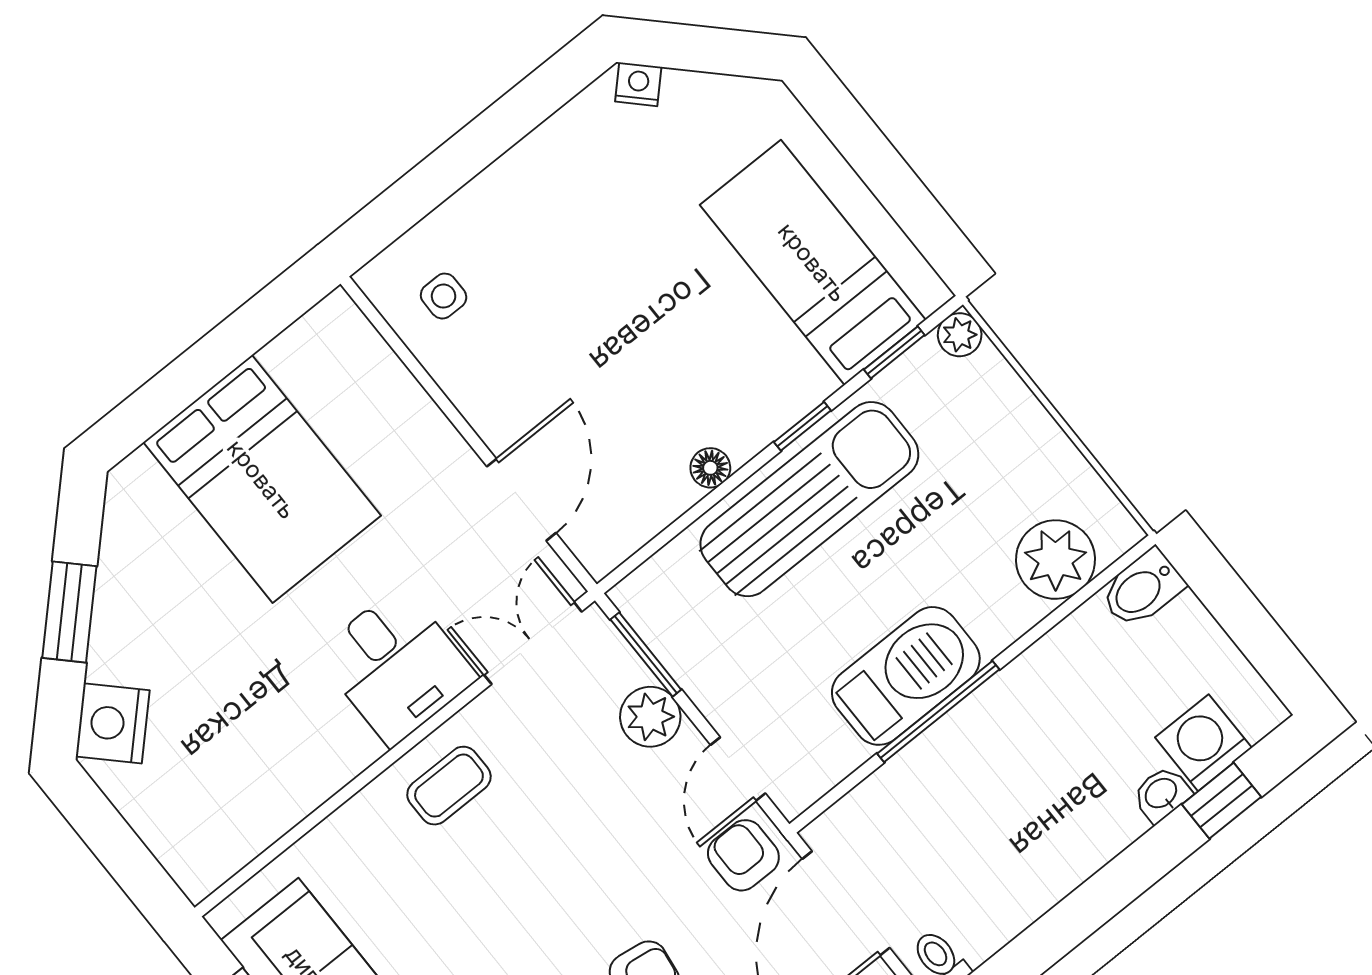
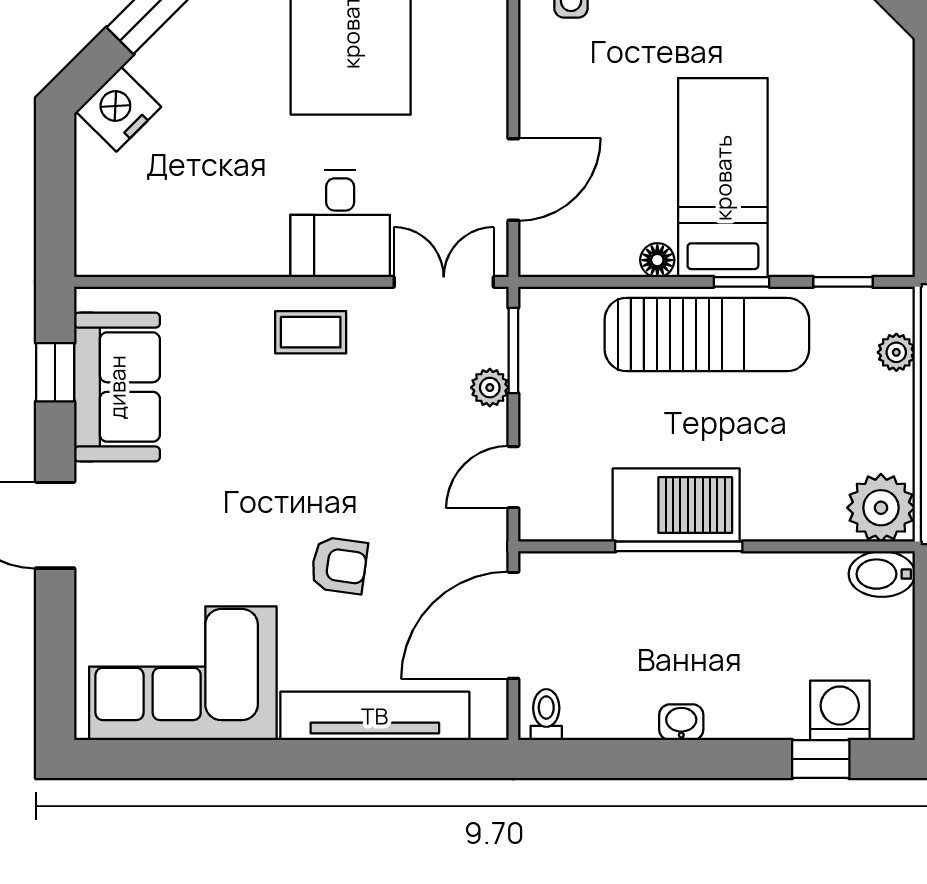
bed: (813, 262) -> (723, 178), moved
plant: (960, 335) -> (896, 352), moved
plant: (1056, 560) -> (881, 508), moved
plant: (650, 717) -> (490, 388), width x0.73, depth x0.73
washbasin: (1162, 794) -> (681, 722), moved
armchair: (743, 855) -> (471, 538), removed

